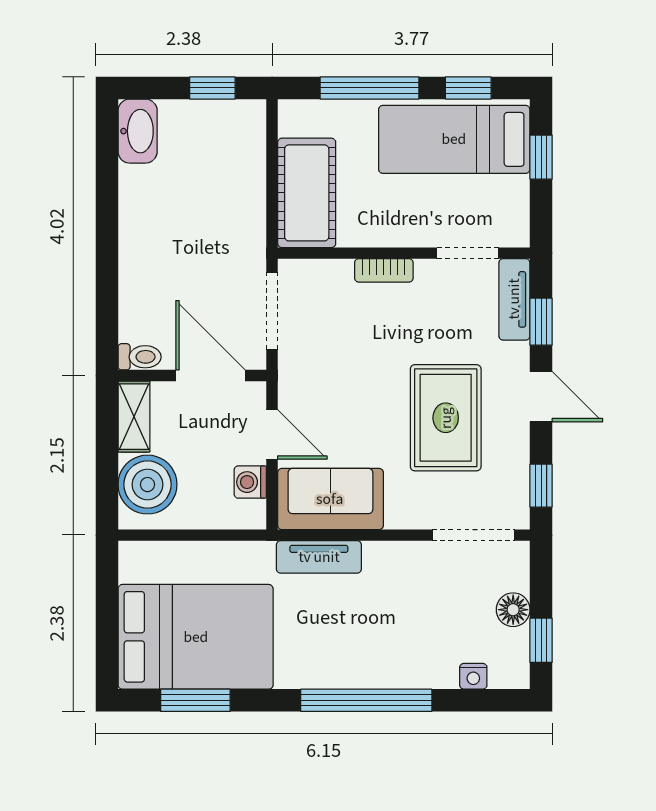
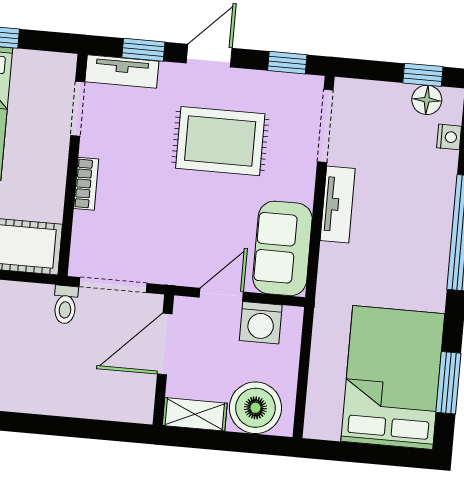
toilet: (140, 357) -> (65, 305), moved, turned 180
washing machine: (250, 482) -> (261, 323), width x1.38, depth x1.38
tv unit: (319, 557) -> (338, 205), moved
floor lamp: (513, 610) -> (427, 100), moved

